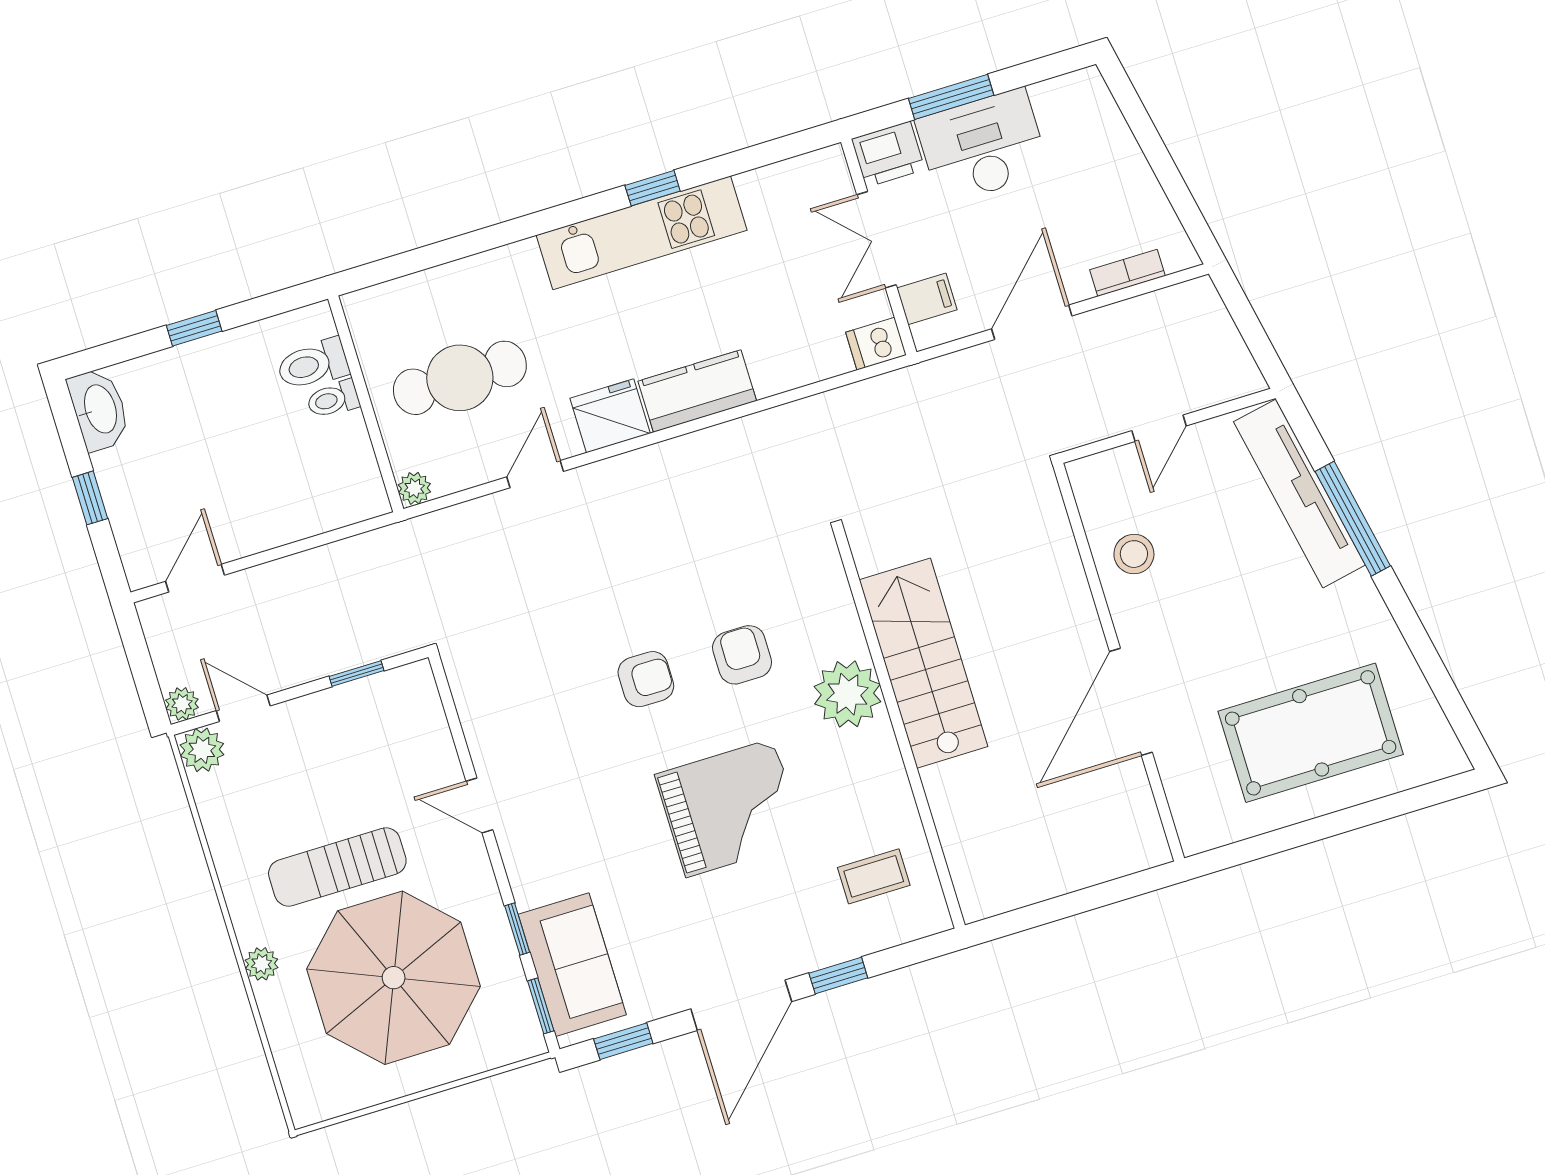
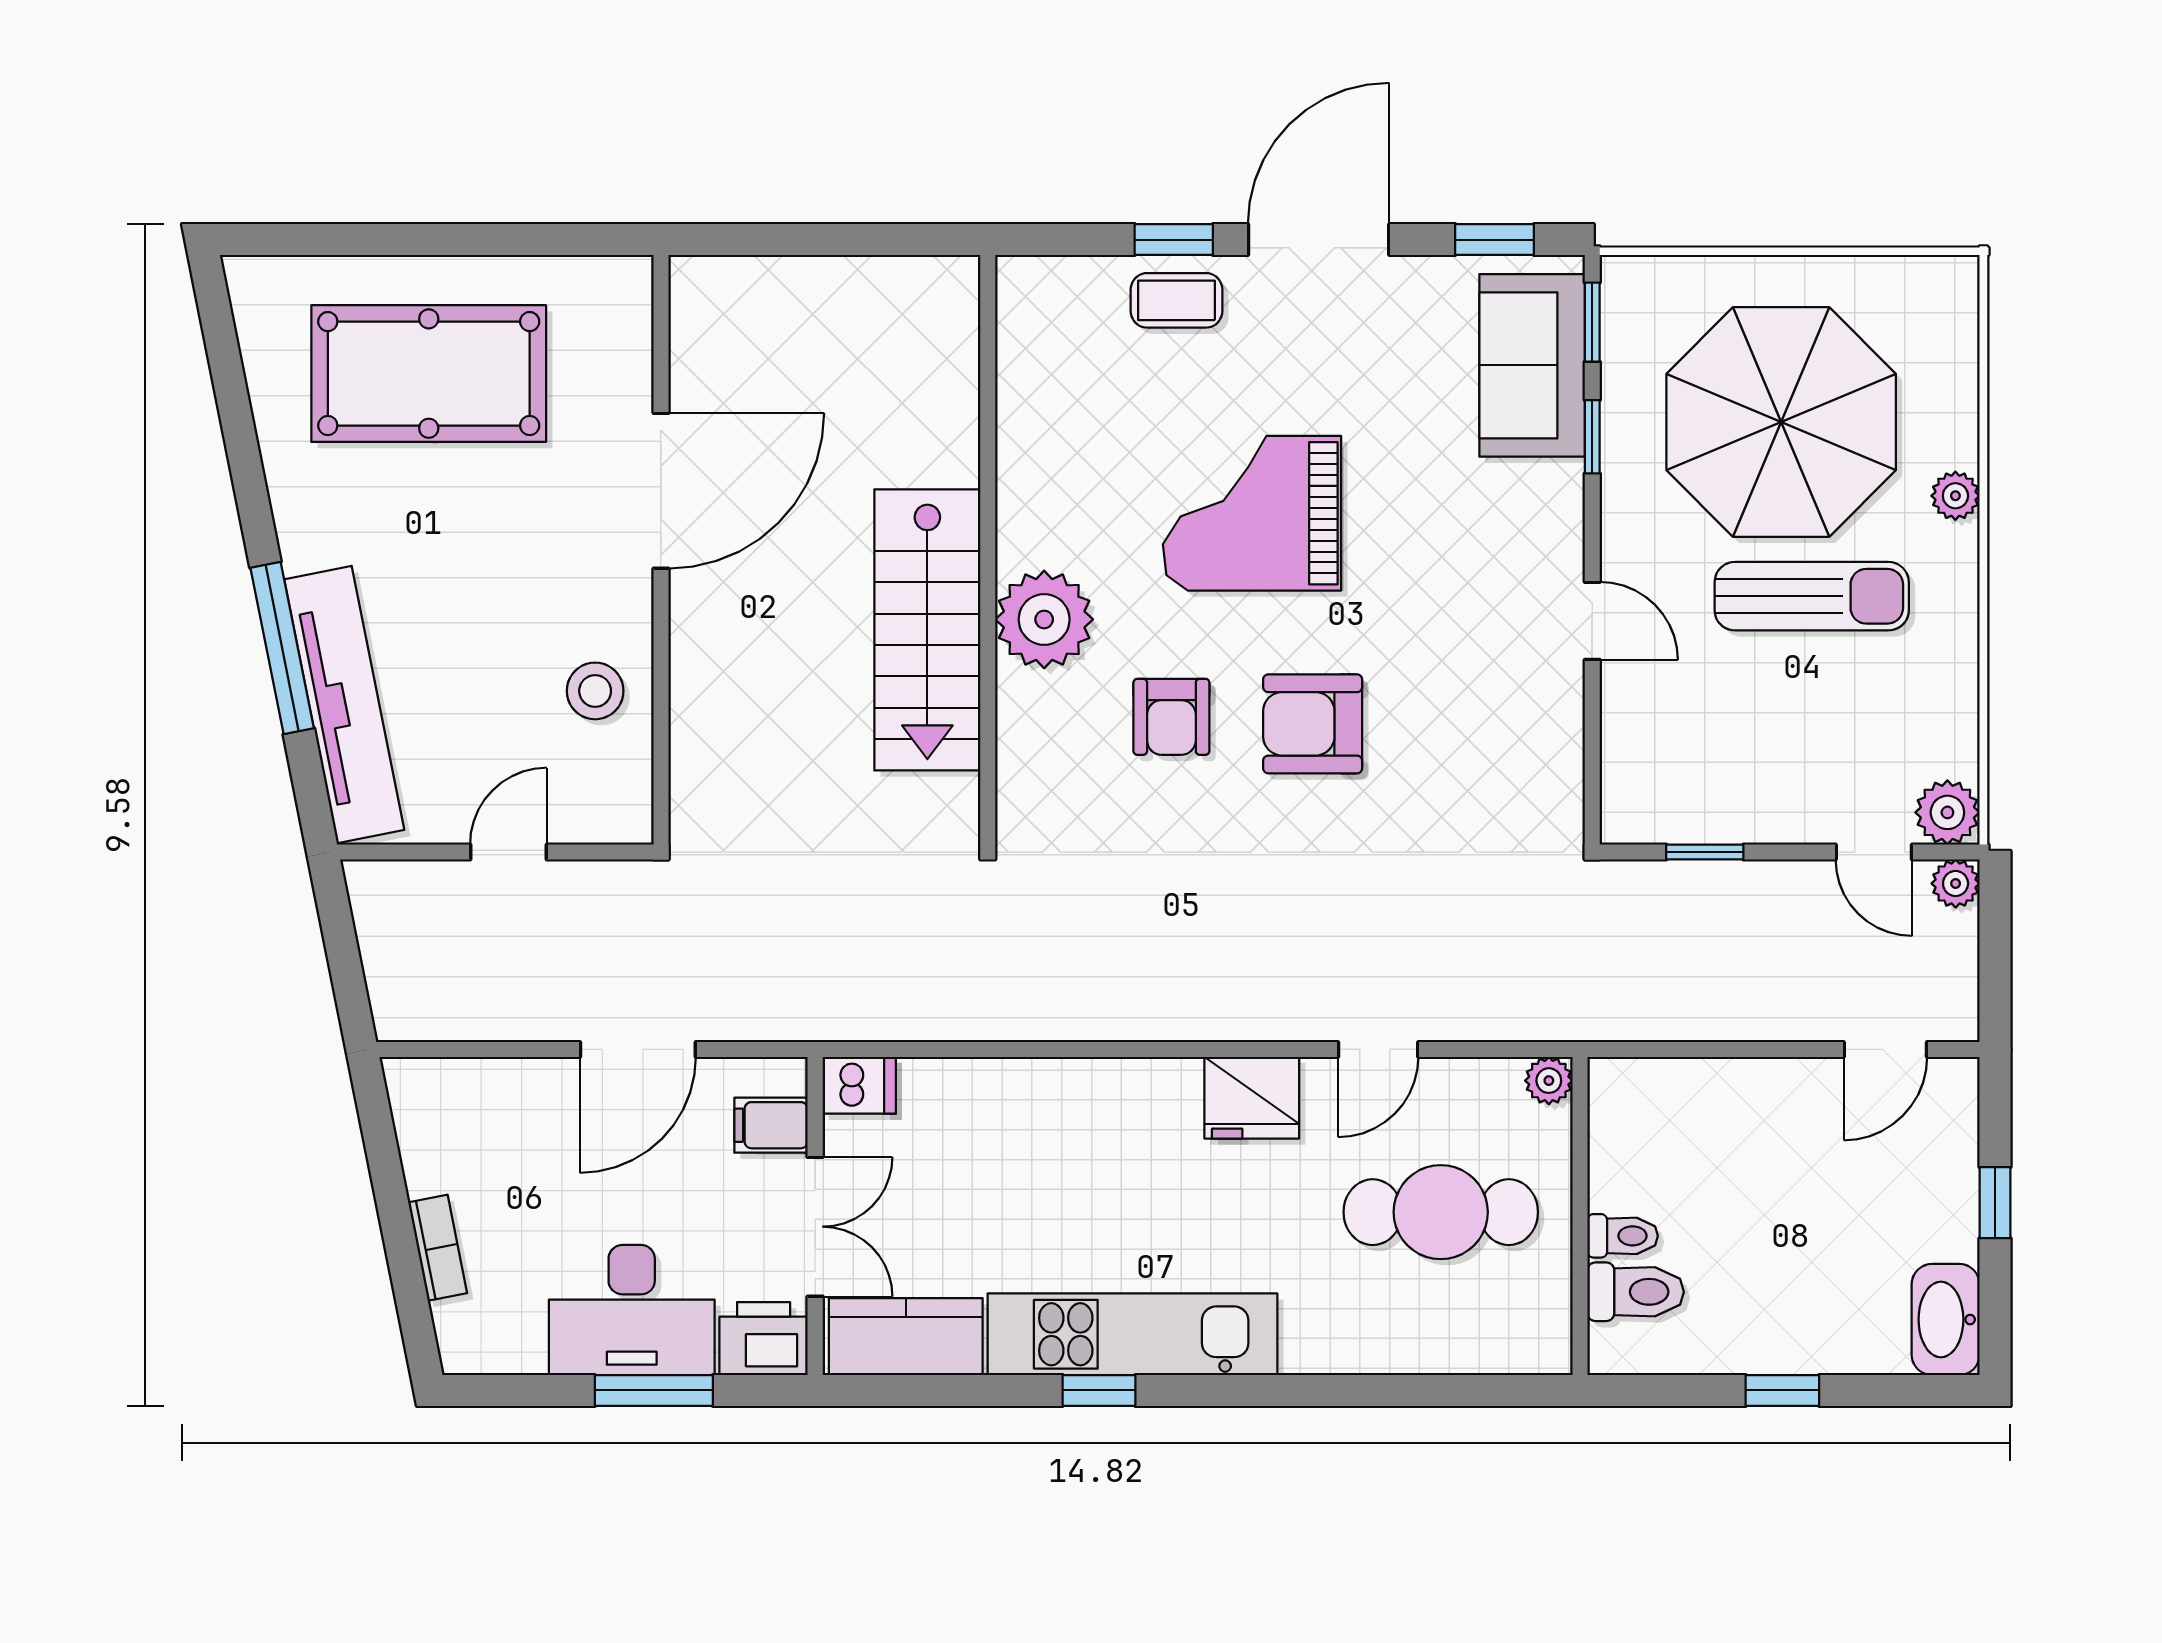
bookcase: (1127, 273) -> (438, 1248), moved, turned -101
kitchen counter: (697, 391) -> (906, 1337), moved, turned 180
armchair: (646, 679) -> (1313, 724), width x1.38, depth x1.38
coffee table: (874, 876) -> (1177, 300), moved

